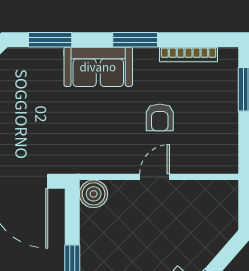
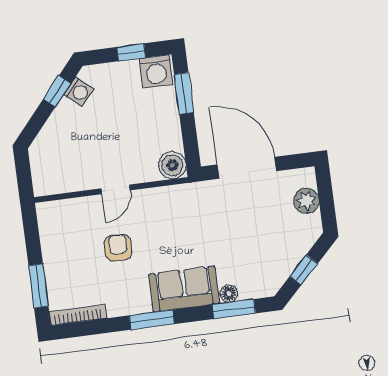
bookcase: (189, 54) -> (78, 315), moved
floor lamp: (53, 56) -> (229, 294), added

